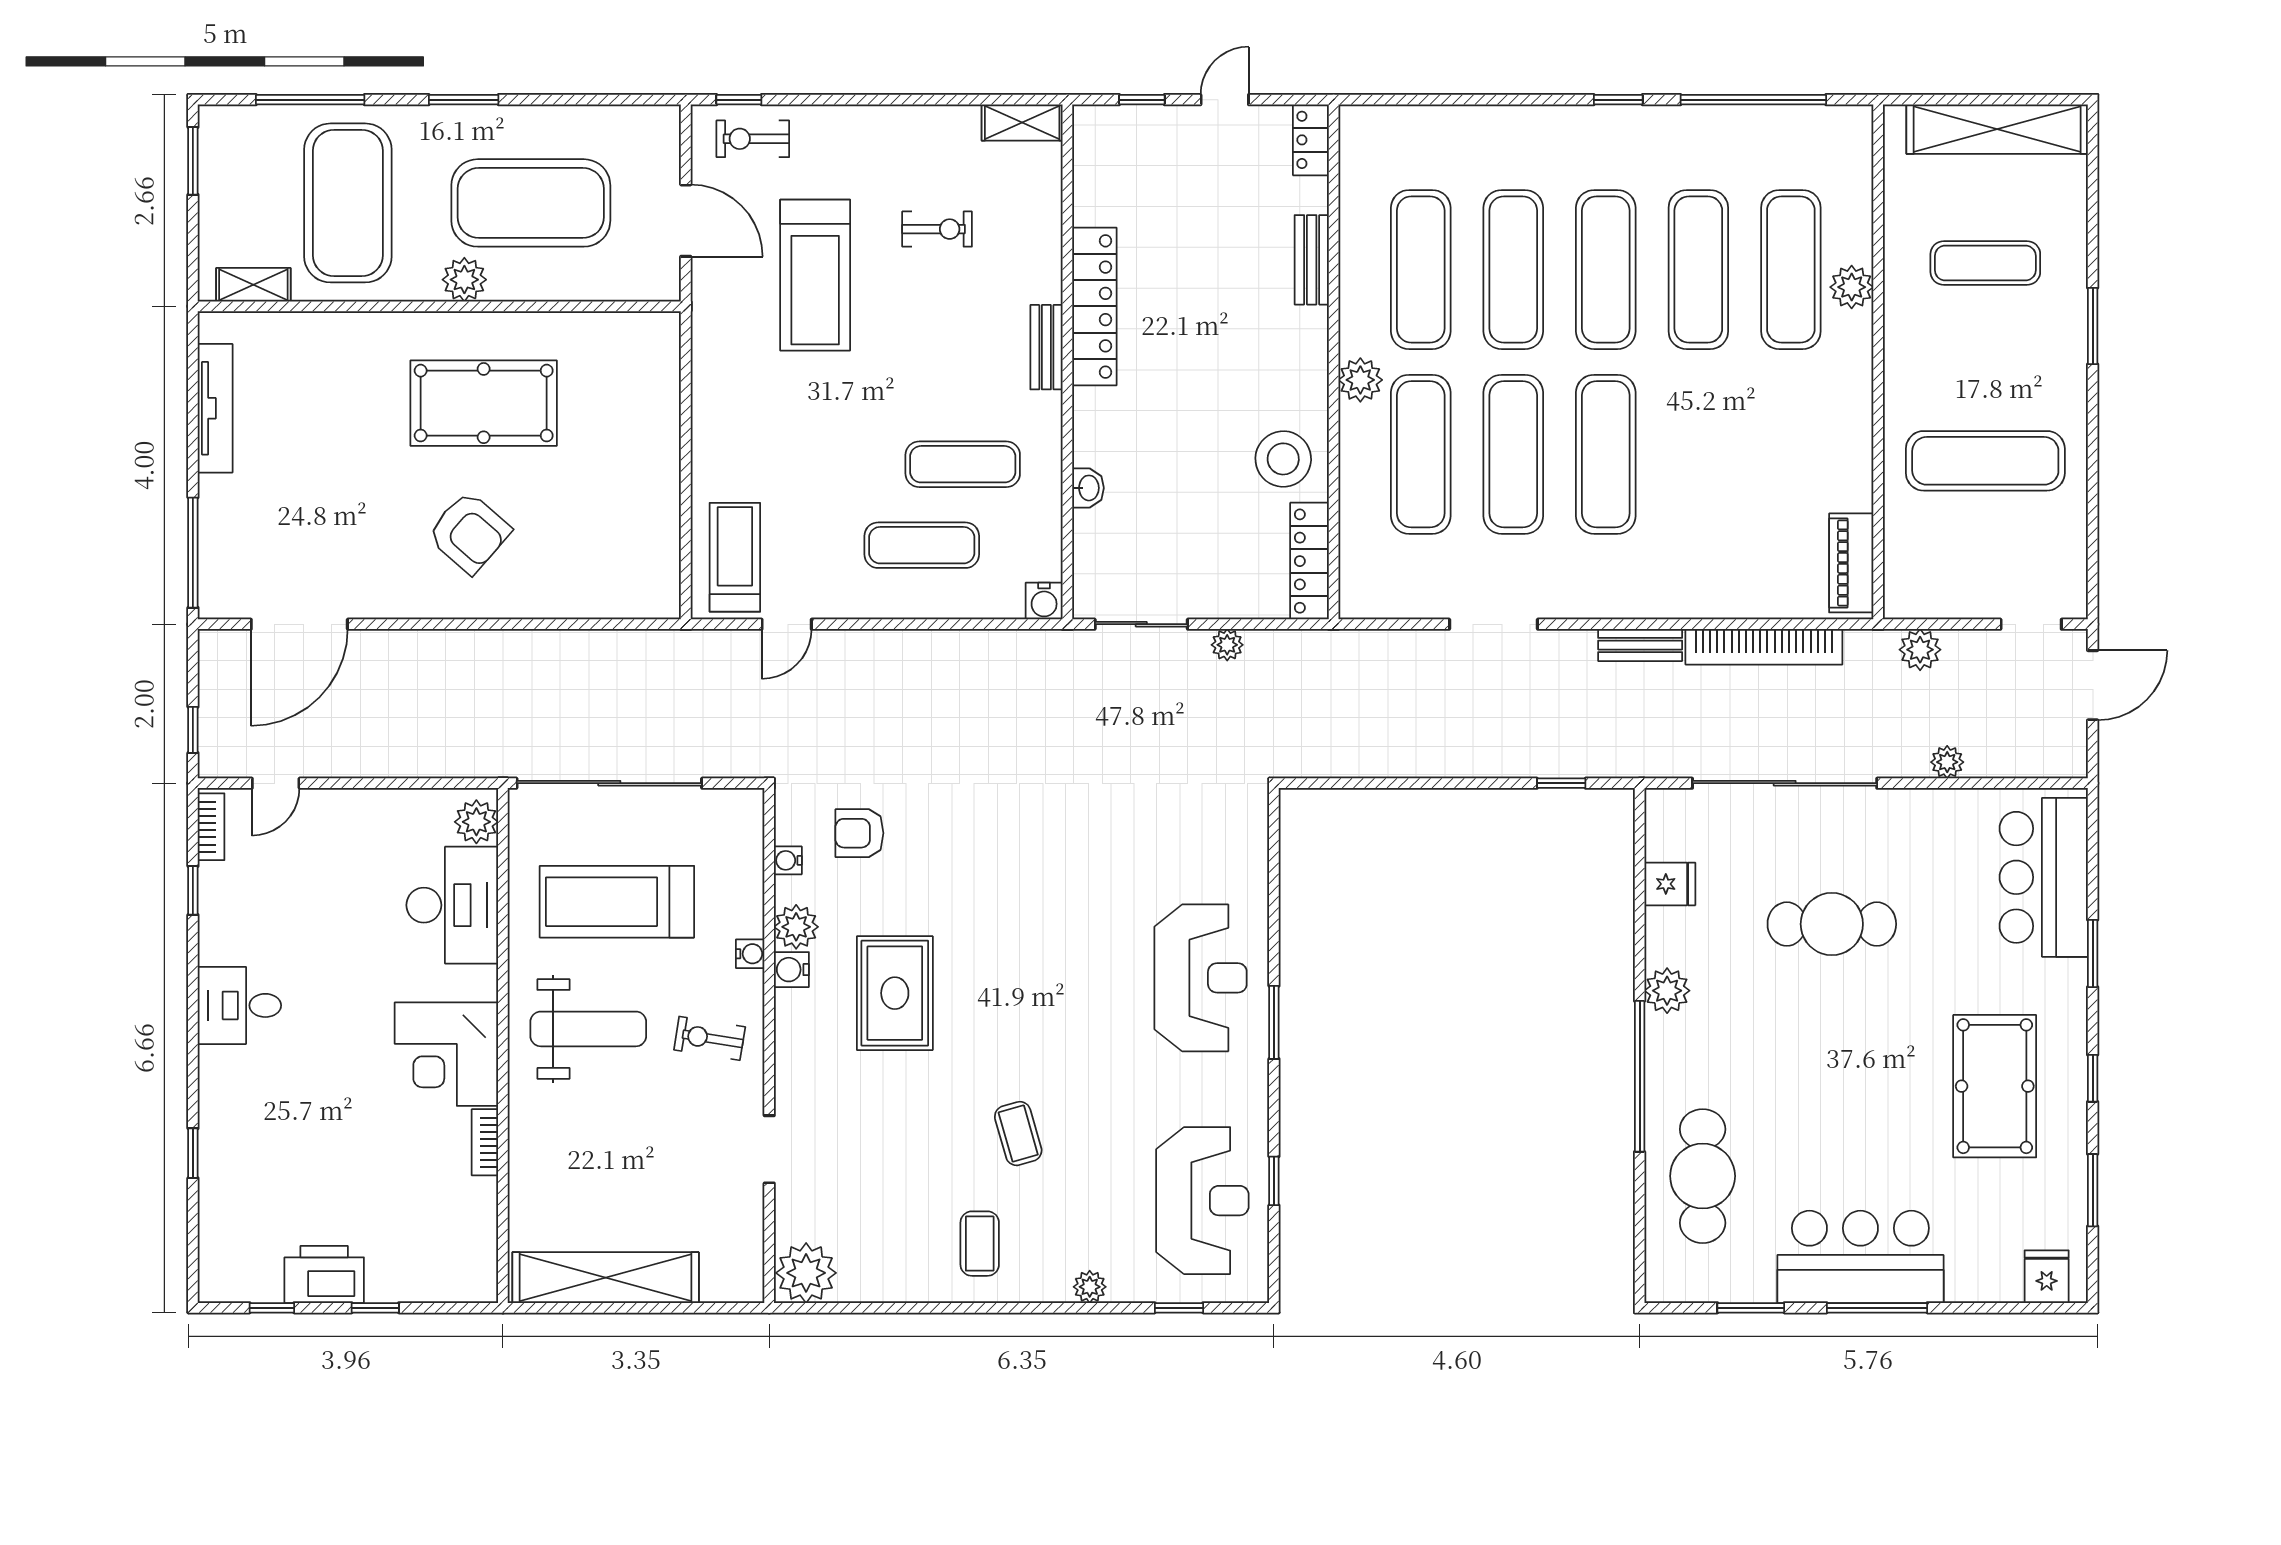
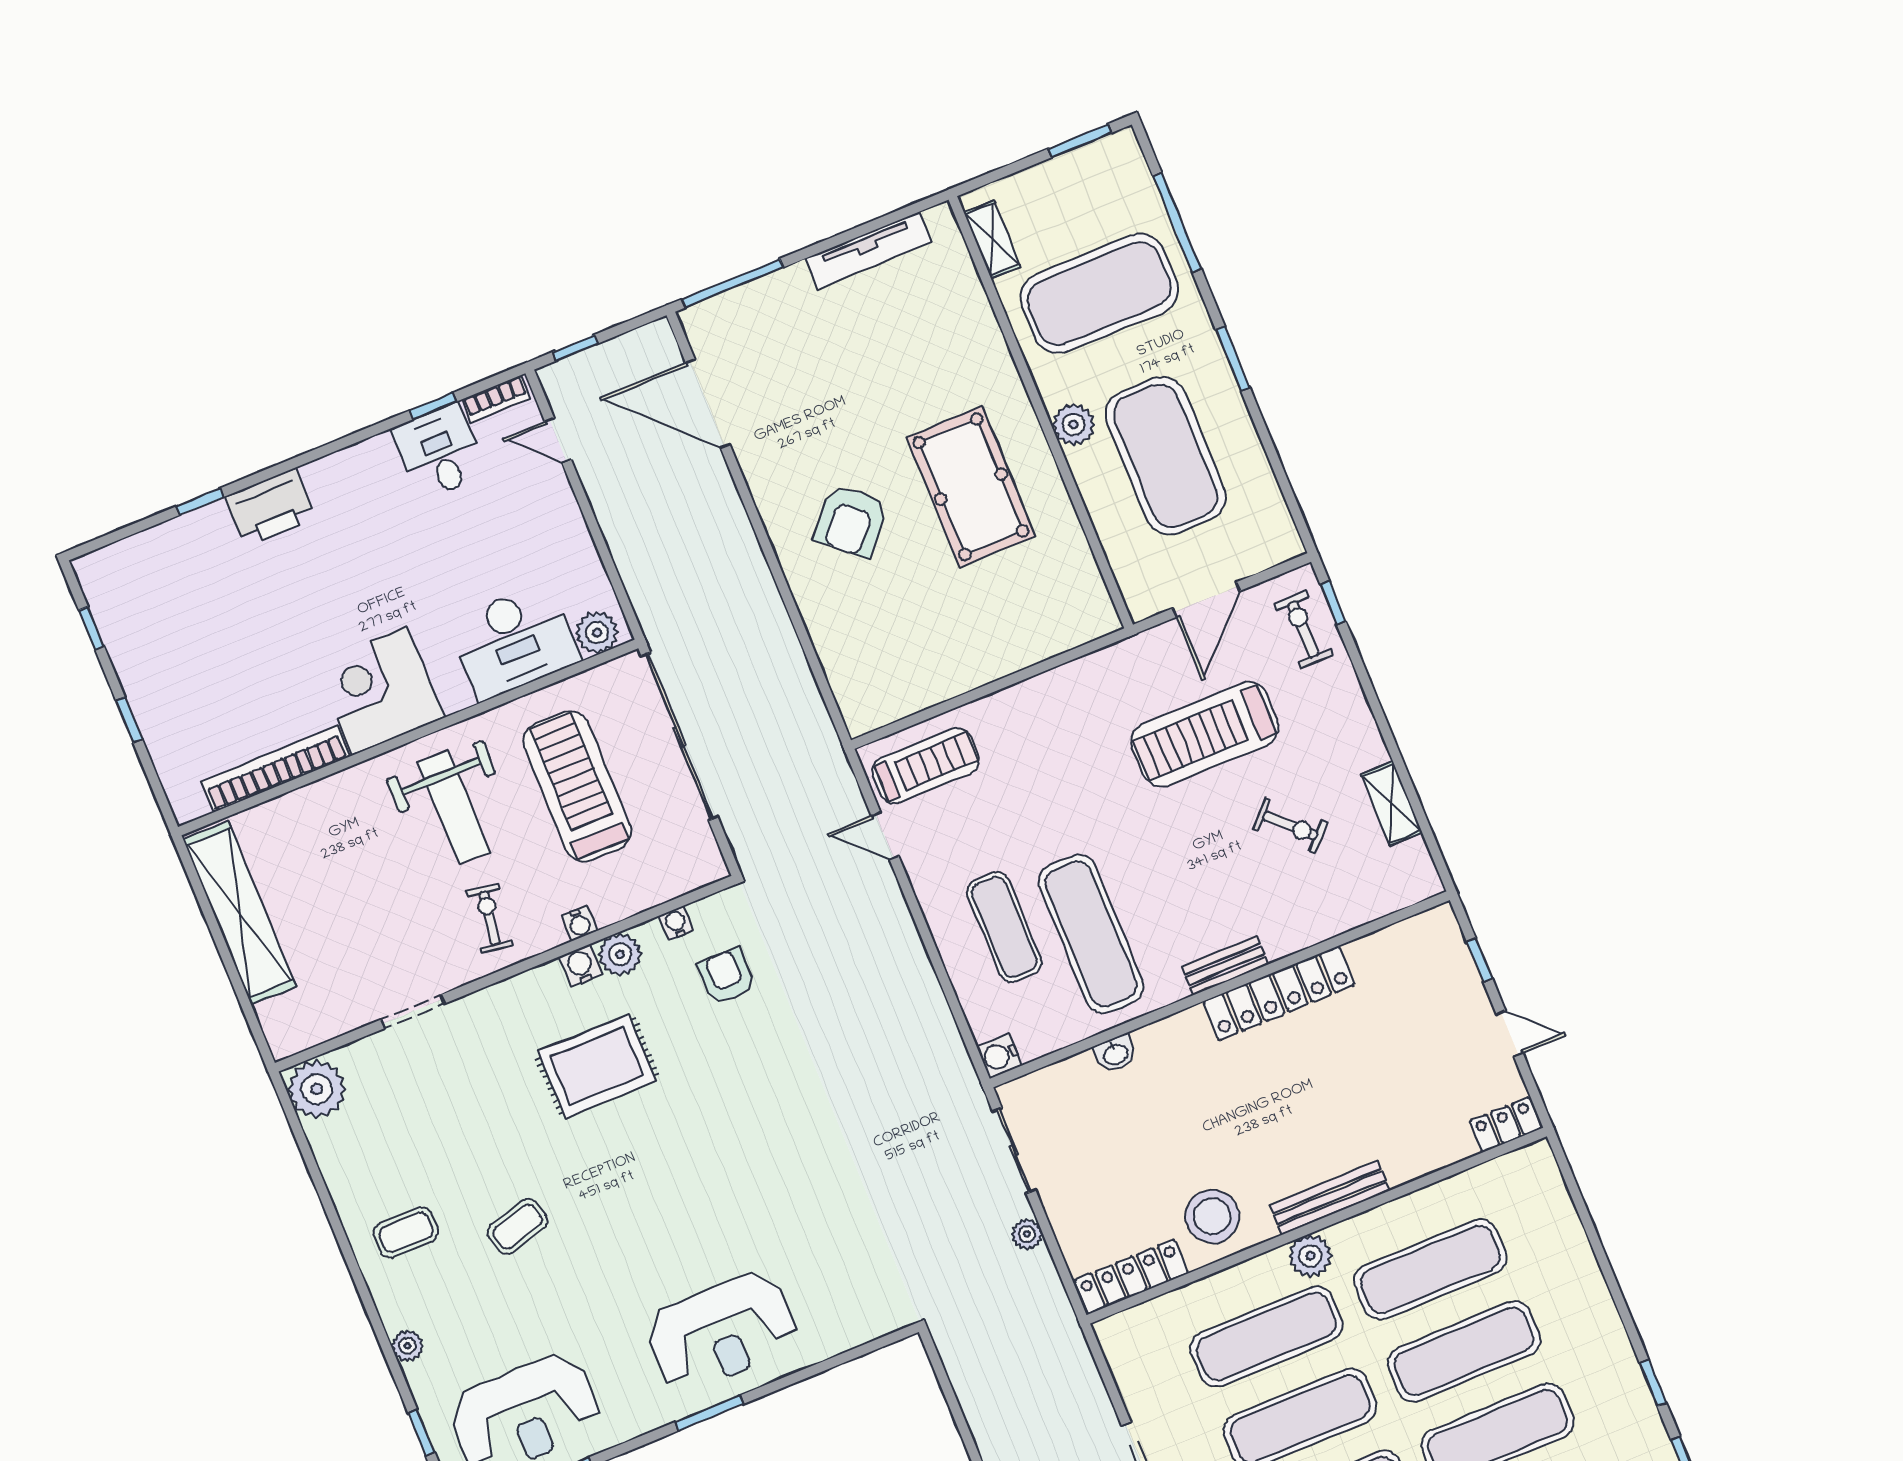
shelving: (1022, 123) -> (1392, 803), moved
exercise bike: (937, 229) -> (1290, 826), turned -46
bench: (1312, 260) -> (1330, 1198), moved, width x1.36
exercise mat: (963, 464) -> (1091, 934), width x1.36, depth x1.45
desk: (239, 1005) -> (439, 452), moved
bookcase: (485, 1142) -> (276, 769), width x2.31, depth x1.31
printer: (324, 1274) -> (271, 507), moved, turned 90

